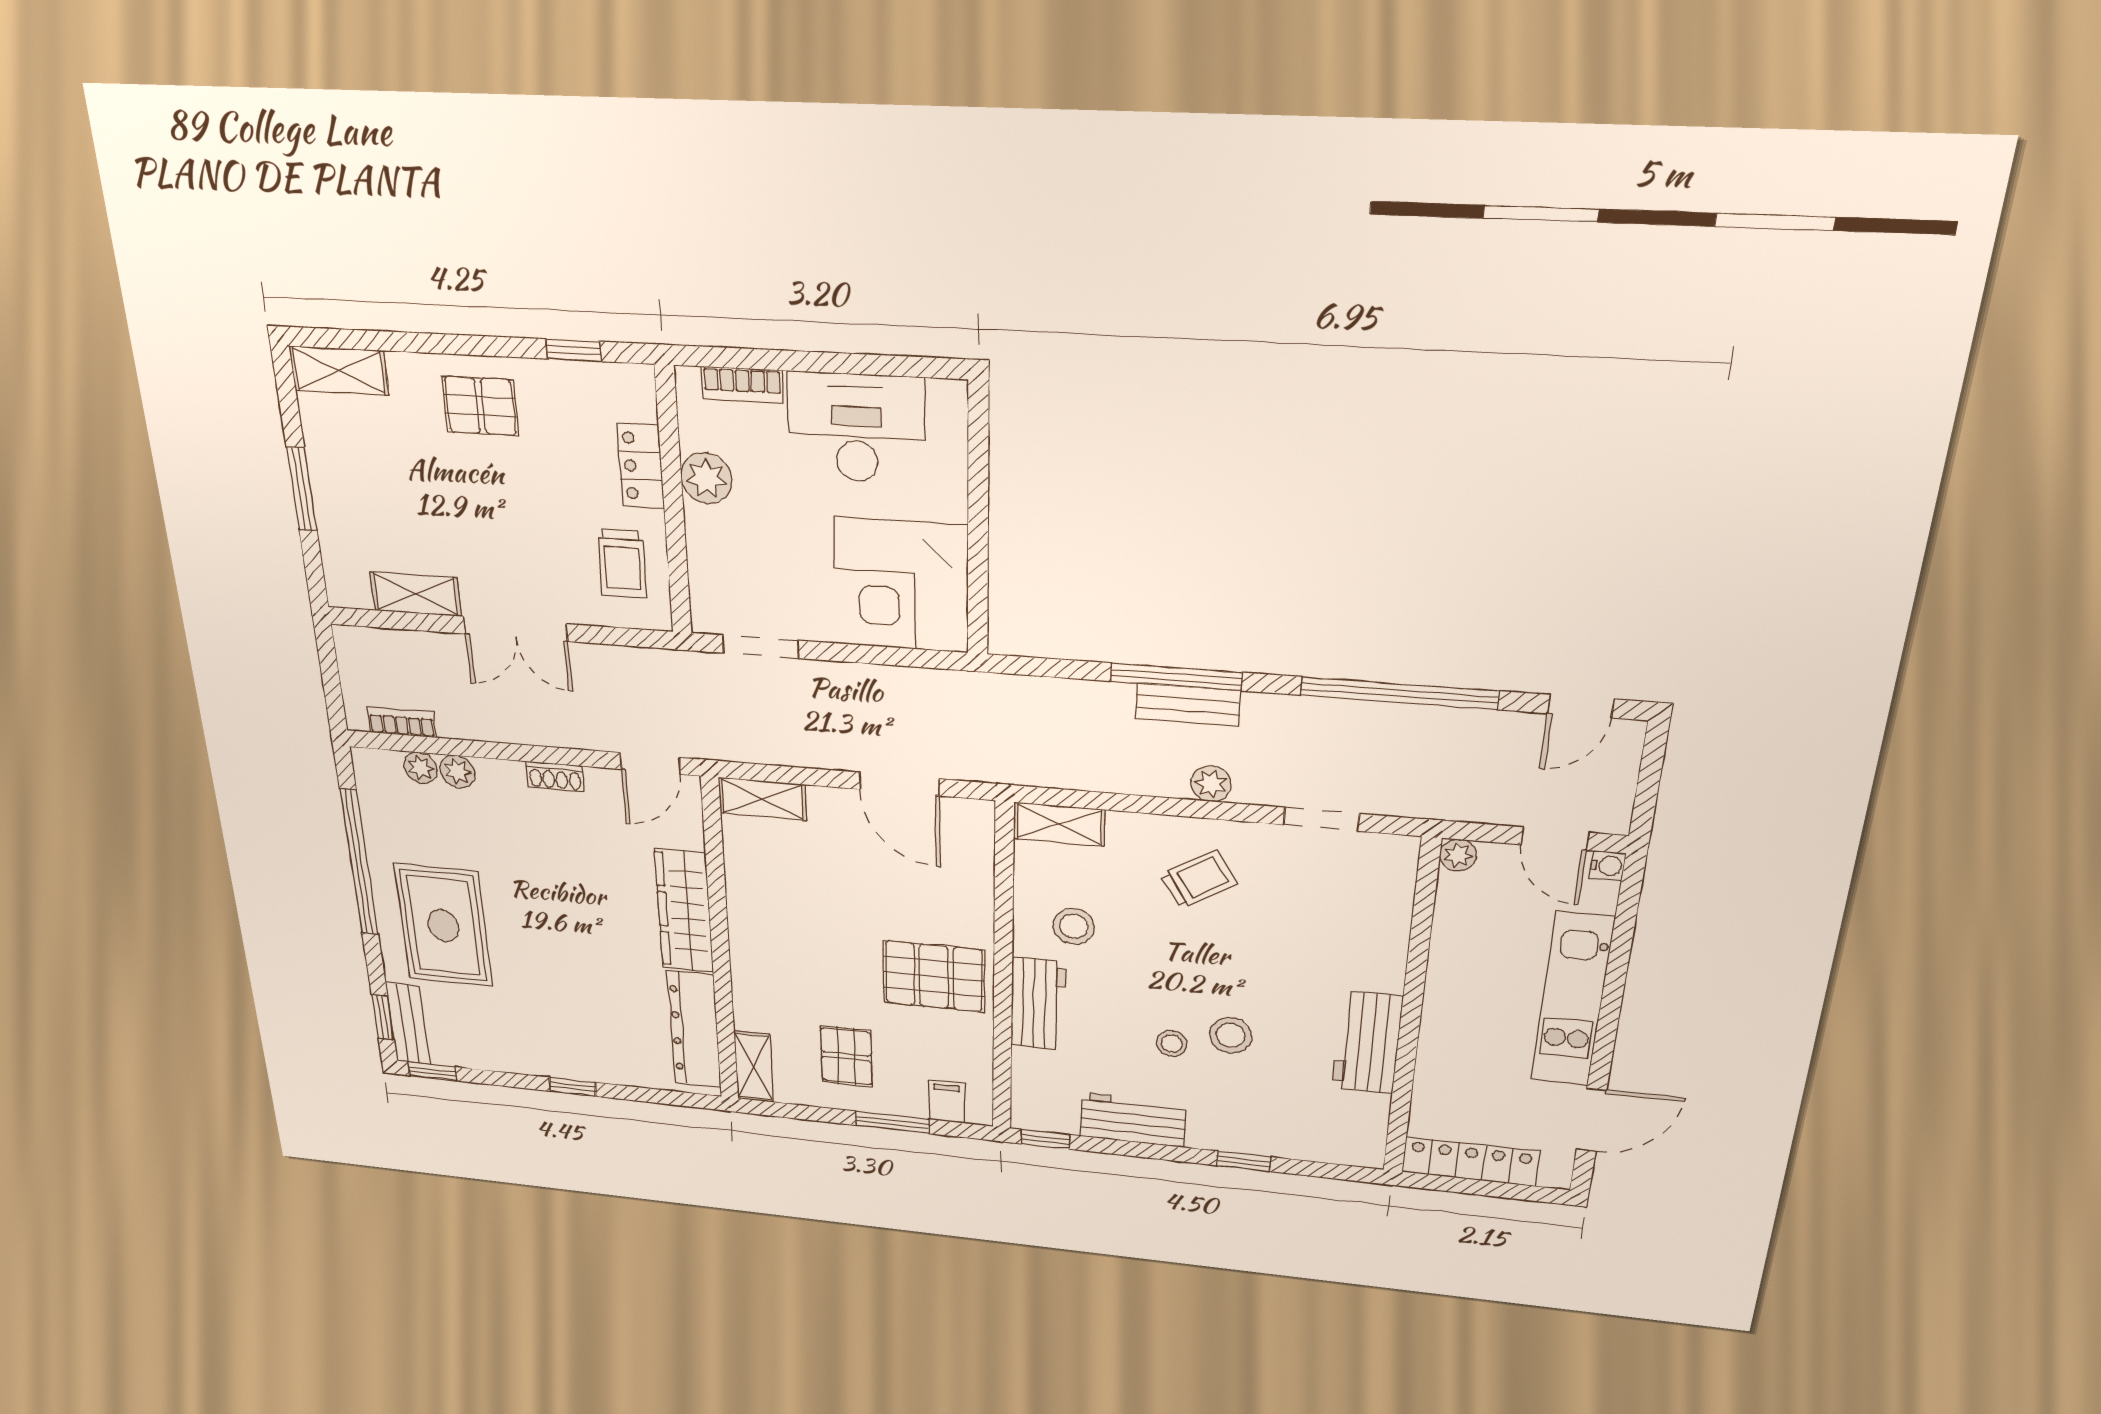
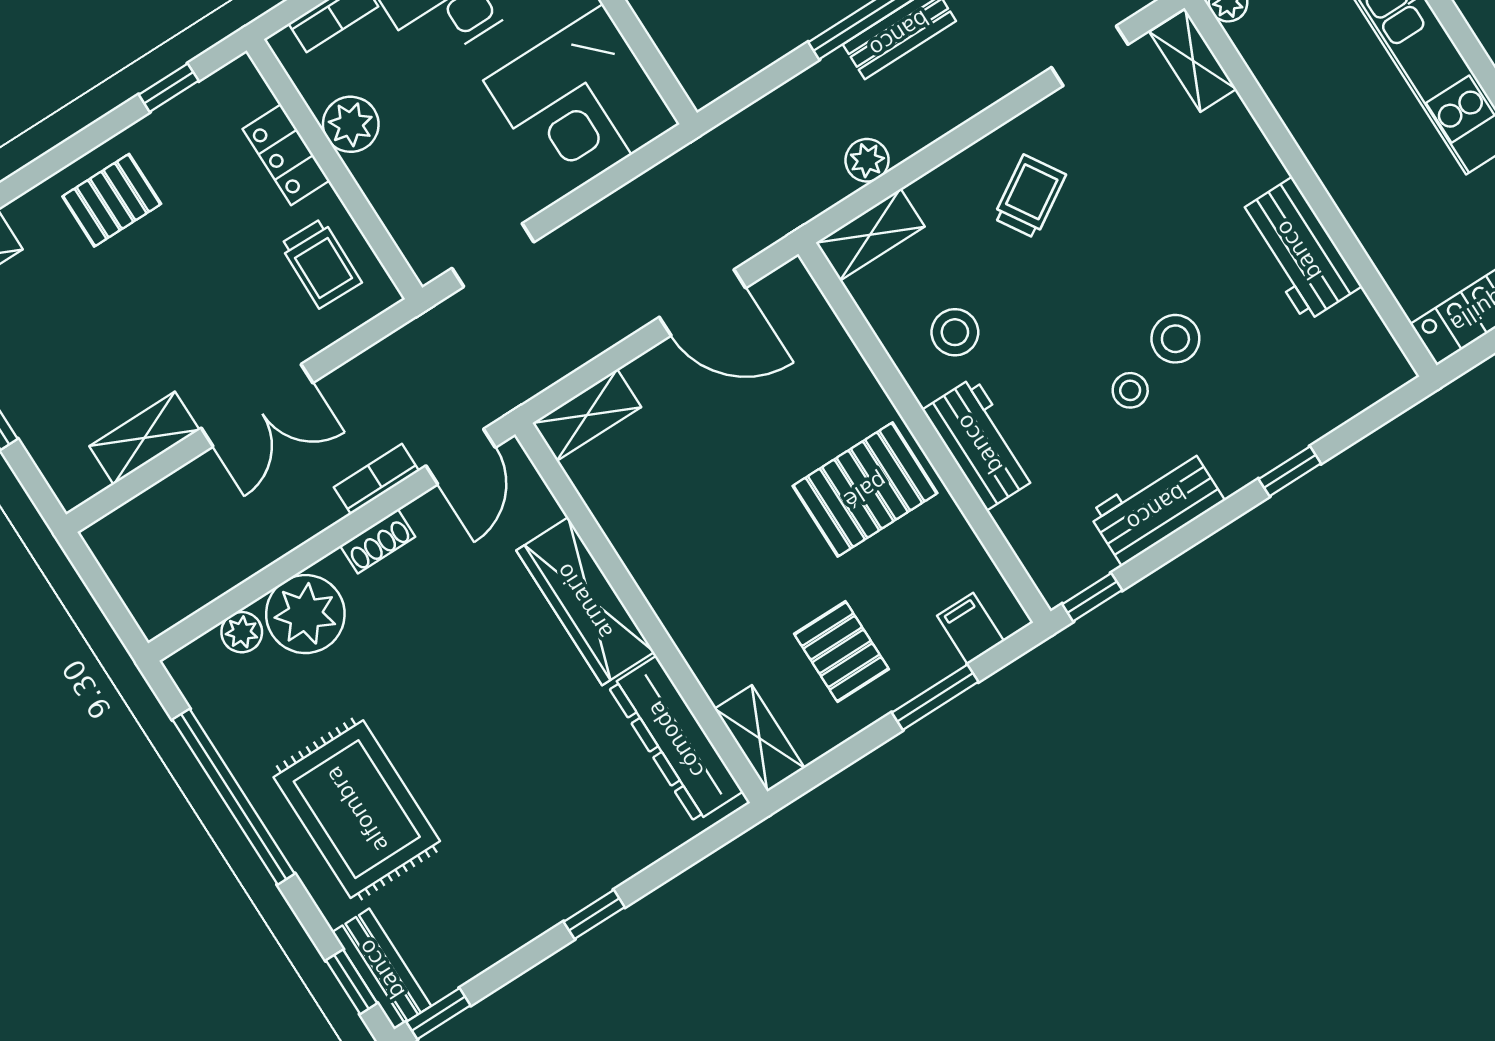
bookcase: (402, 722) -> (376, 479), moved
plant: (458, 771) -> (305, 614), width x1.87, depth x1.87
plant: (1211, 784) -> (867, 160), moved
shelving: (1397, 875) -> (1193, 60), added

